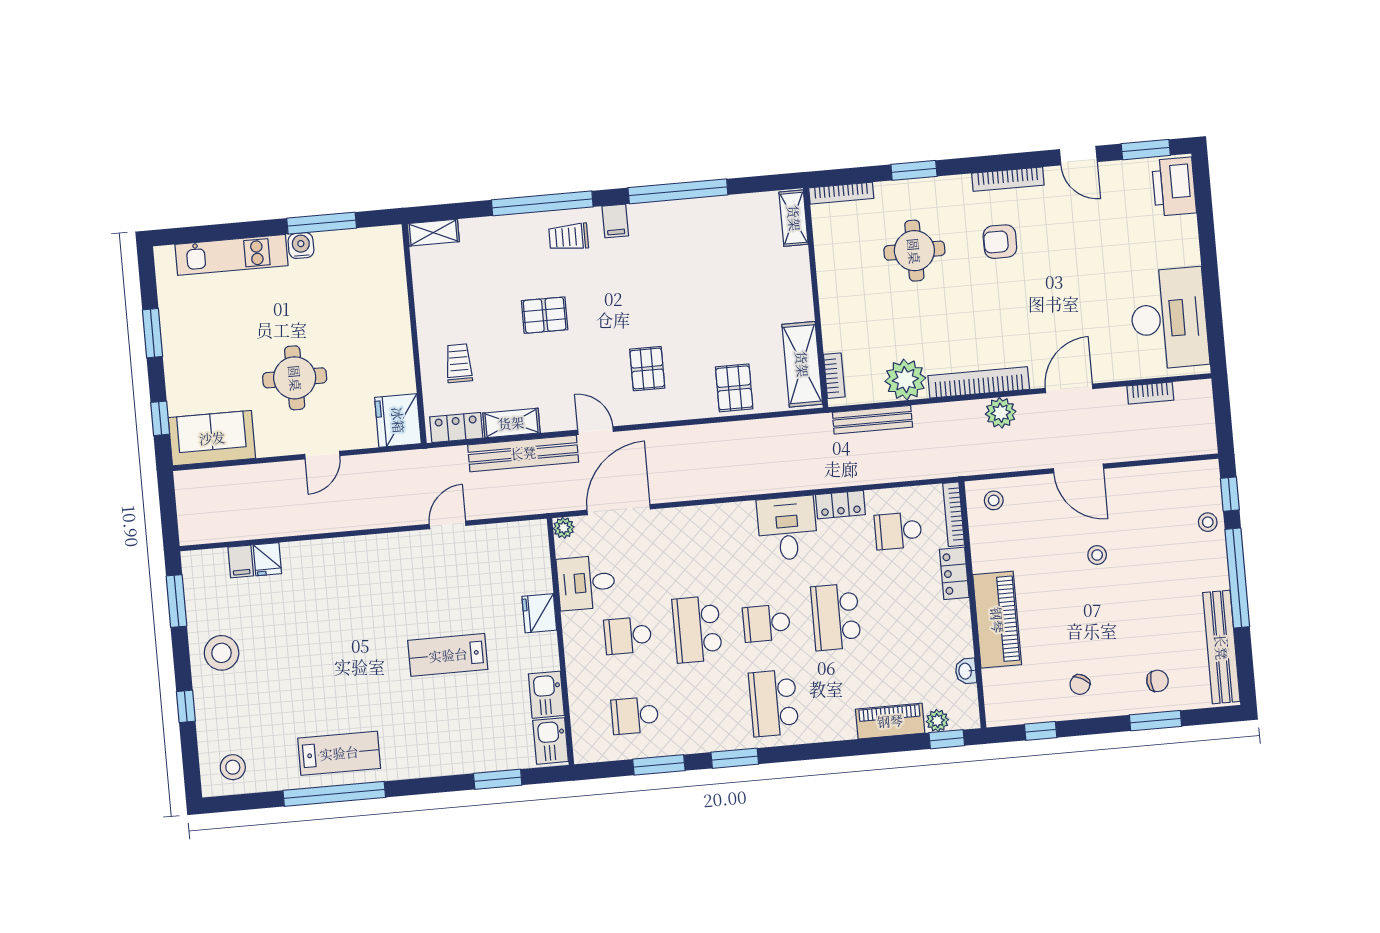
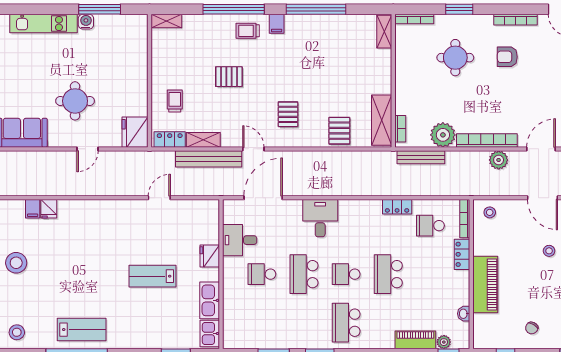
plant: (564, 528) -> (229, 206), removed
desk: (787, 528) -> (320, 218), moved
kitchen sink: (546, 695) -> (210, 300), width x1.38
school desk: (635, 715) -> (262, 323), removed

